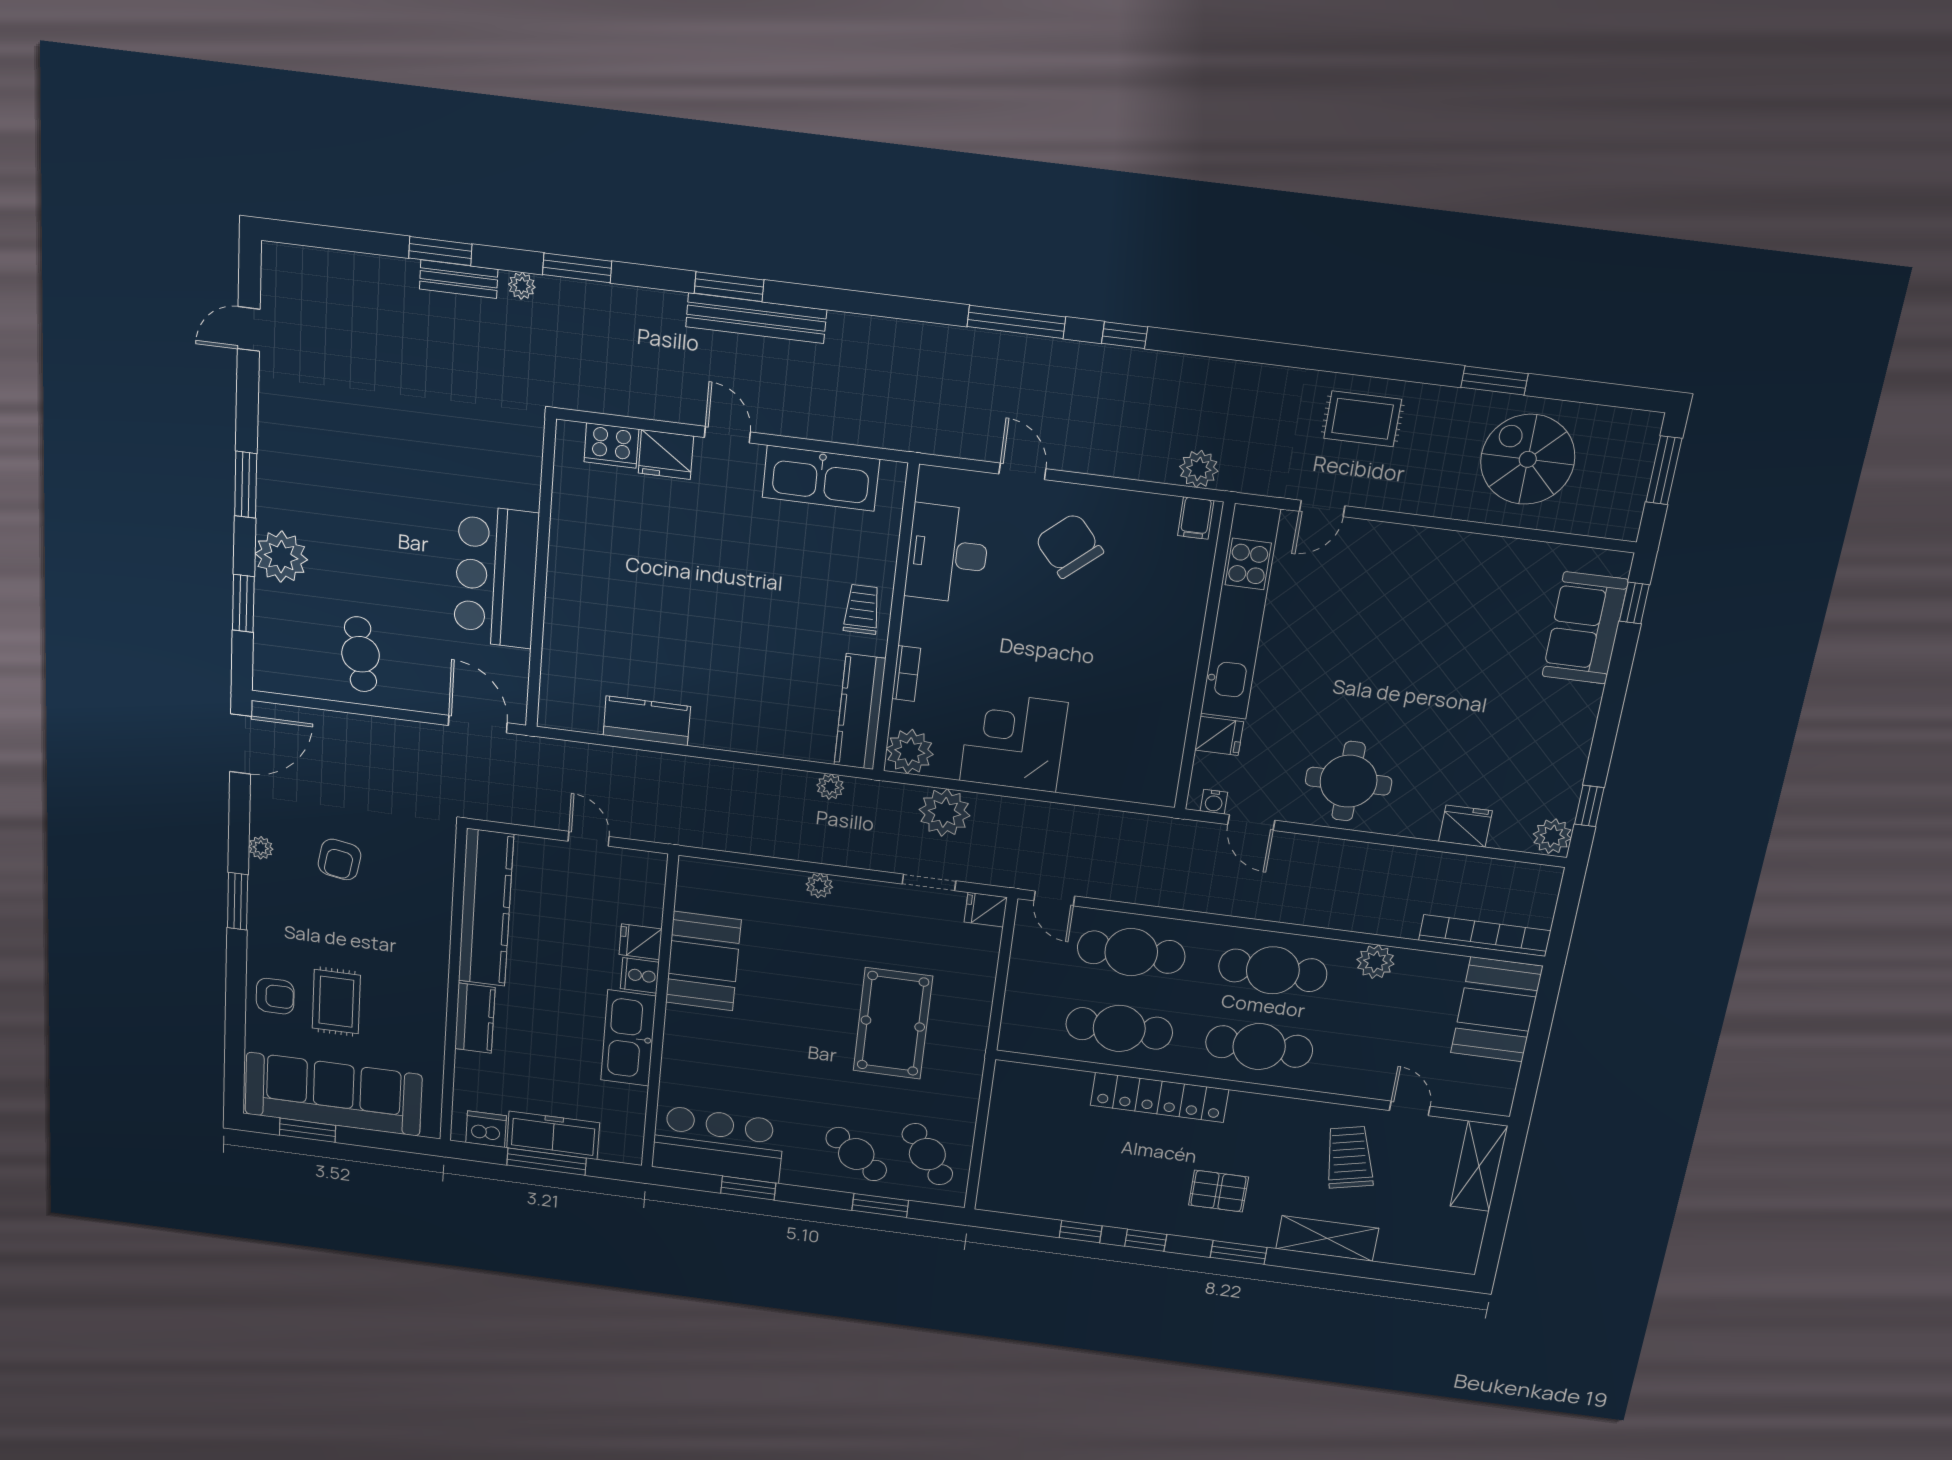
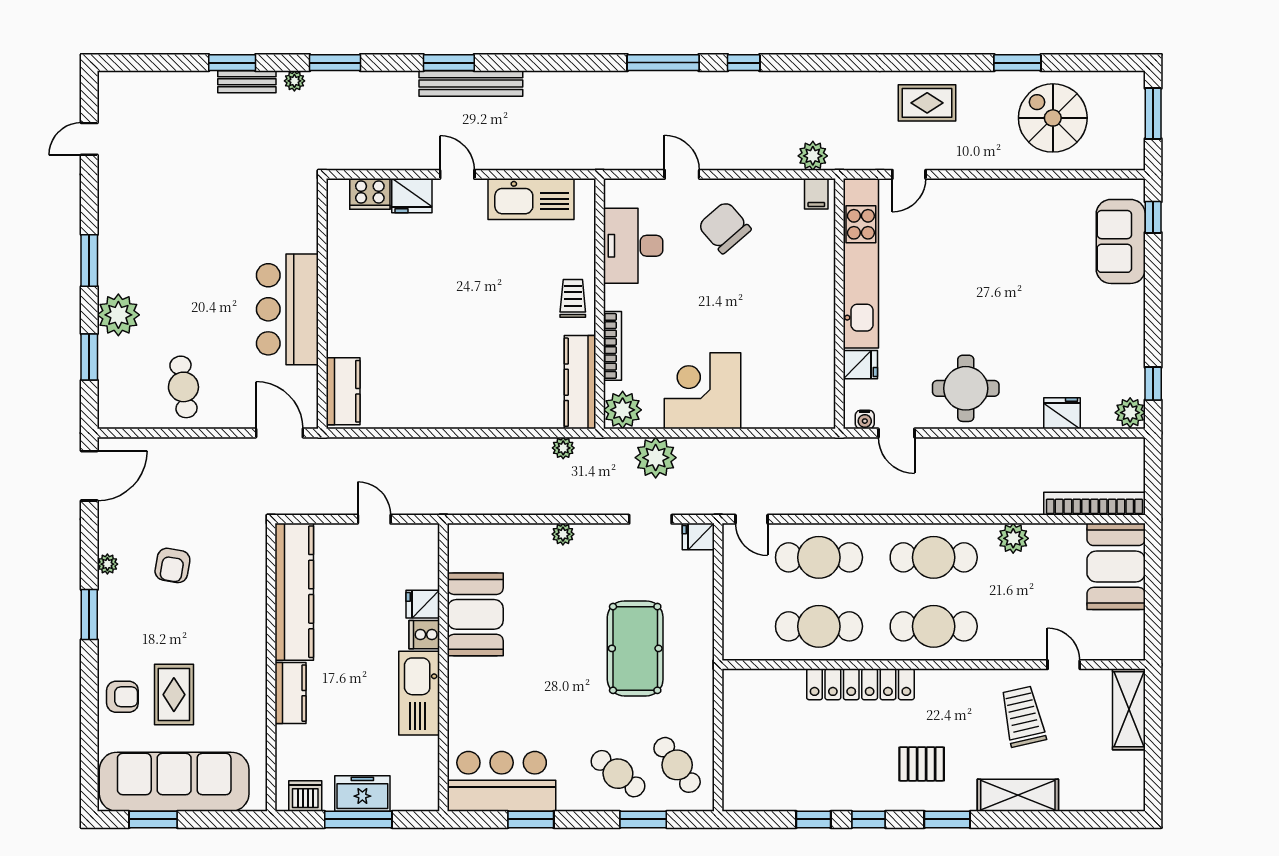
bookcase: (906, 674) -> (613, 346), width x1.56
kitchen counter: (647, 721) -> (343, 391), moved, turned 90
freezer: (553, 1135) -> (362, 794), width x0.71

